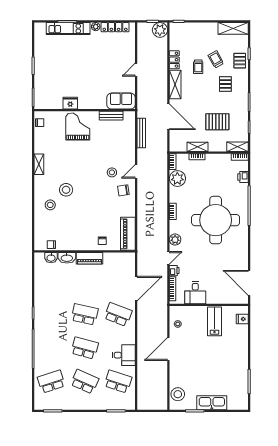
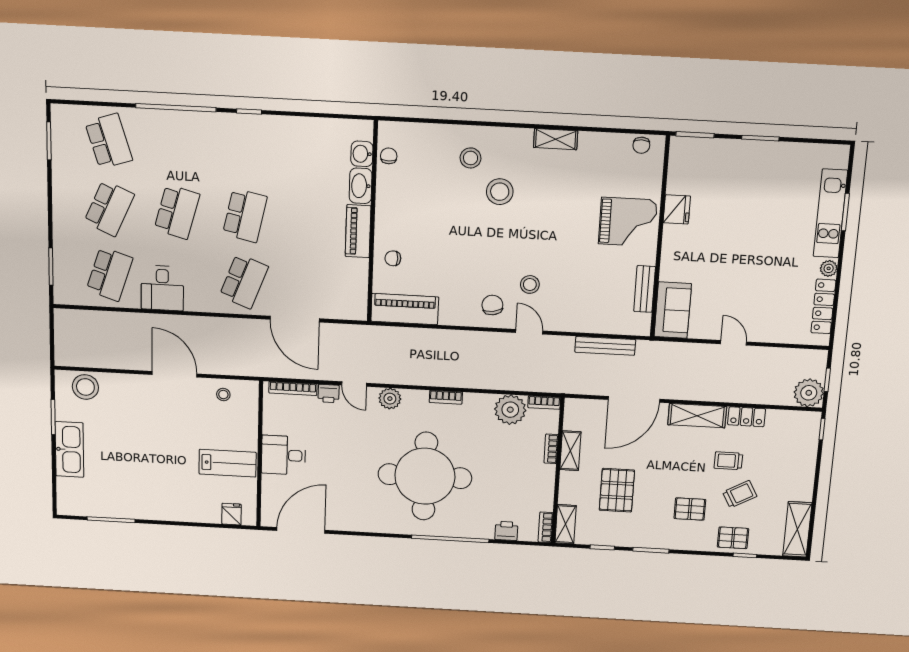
desk: (195, 293) -> (283, 455), moved

